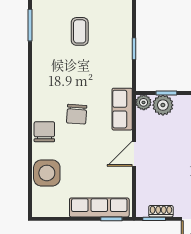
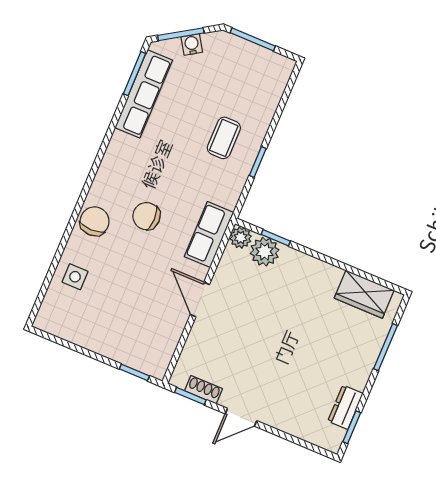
coffee table: (80, 31) -> (224, 138), moved
chair: (77, 114) -> (146, 216), turned 85
door: (134, 154) -> (200, 300), hinge flipped
side table: (47, 173) -> (75, 277), width x0.54, depth x0.54
row of seats: (99, 207) -> (144, 94), moved, turned 90

